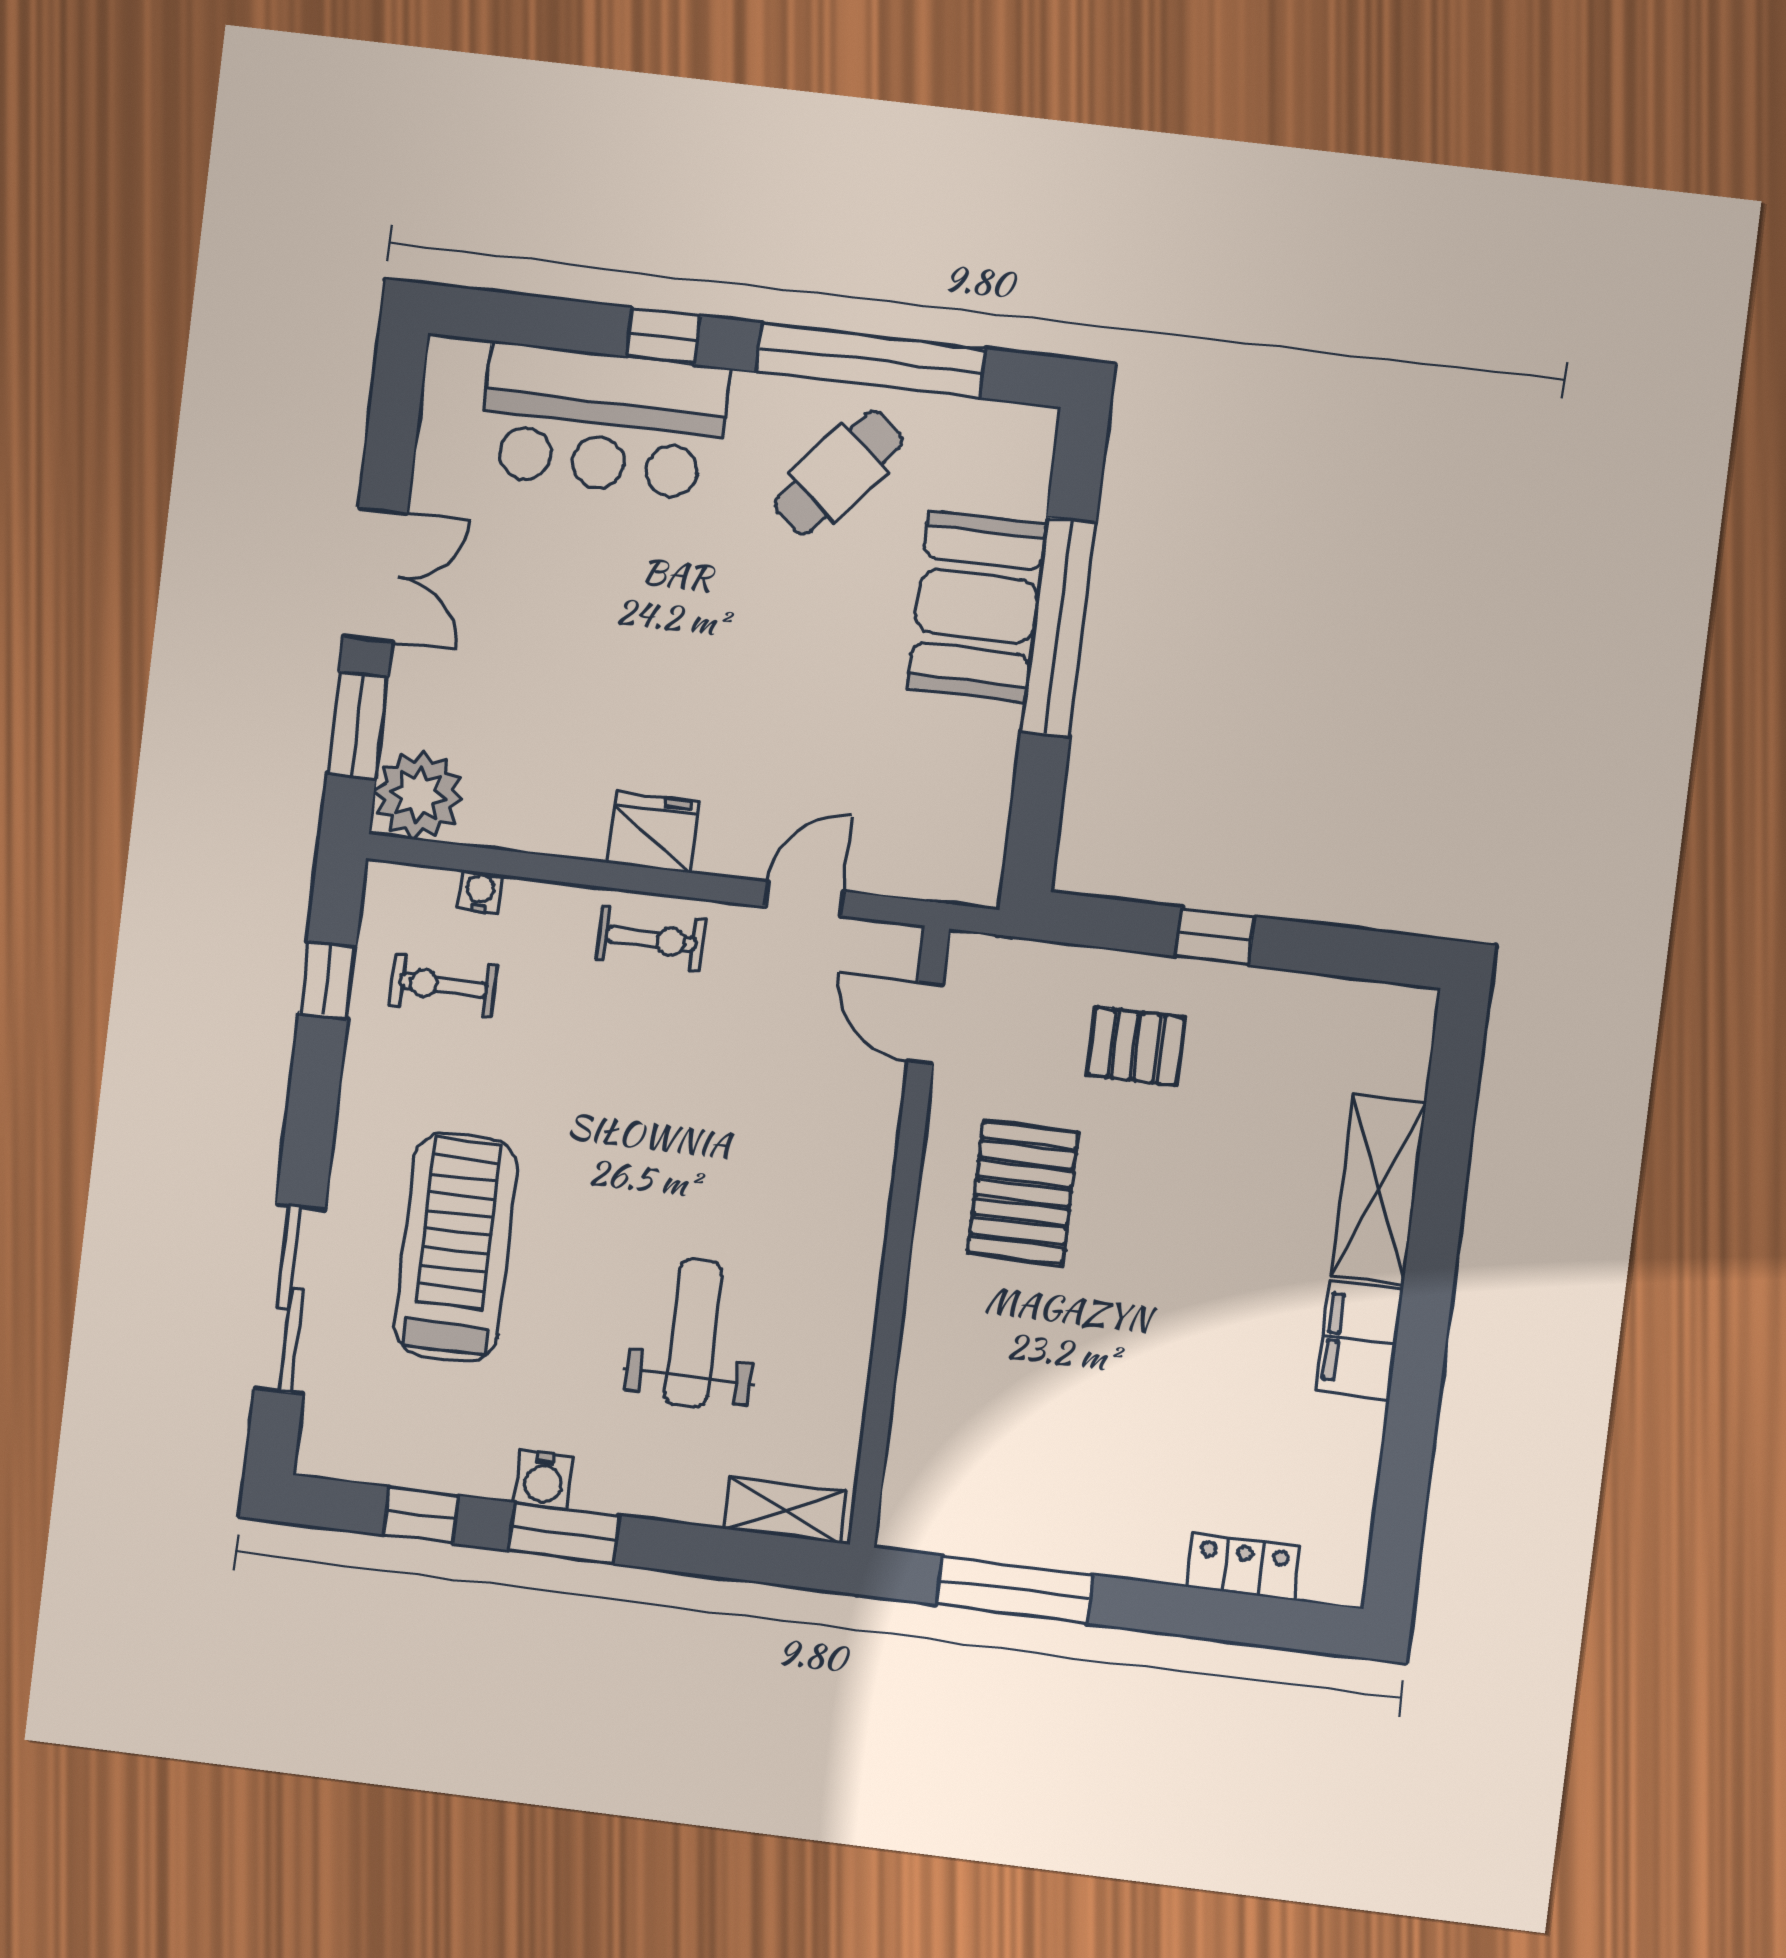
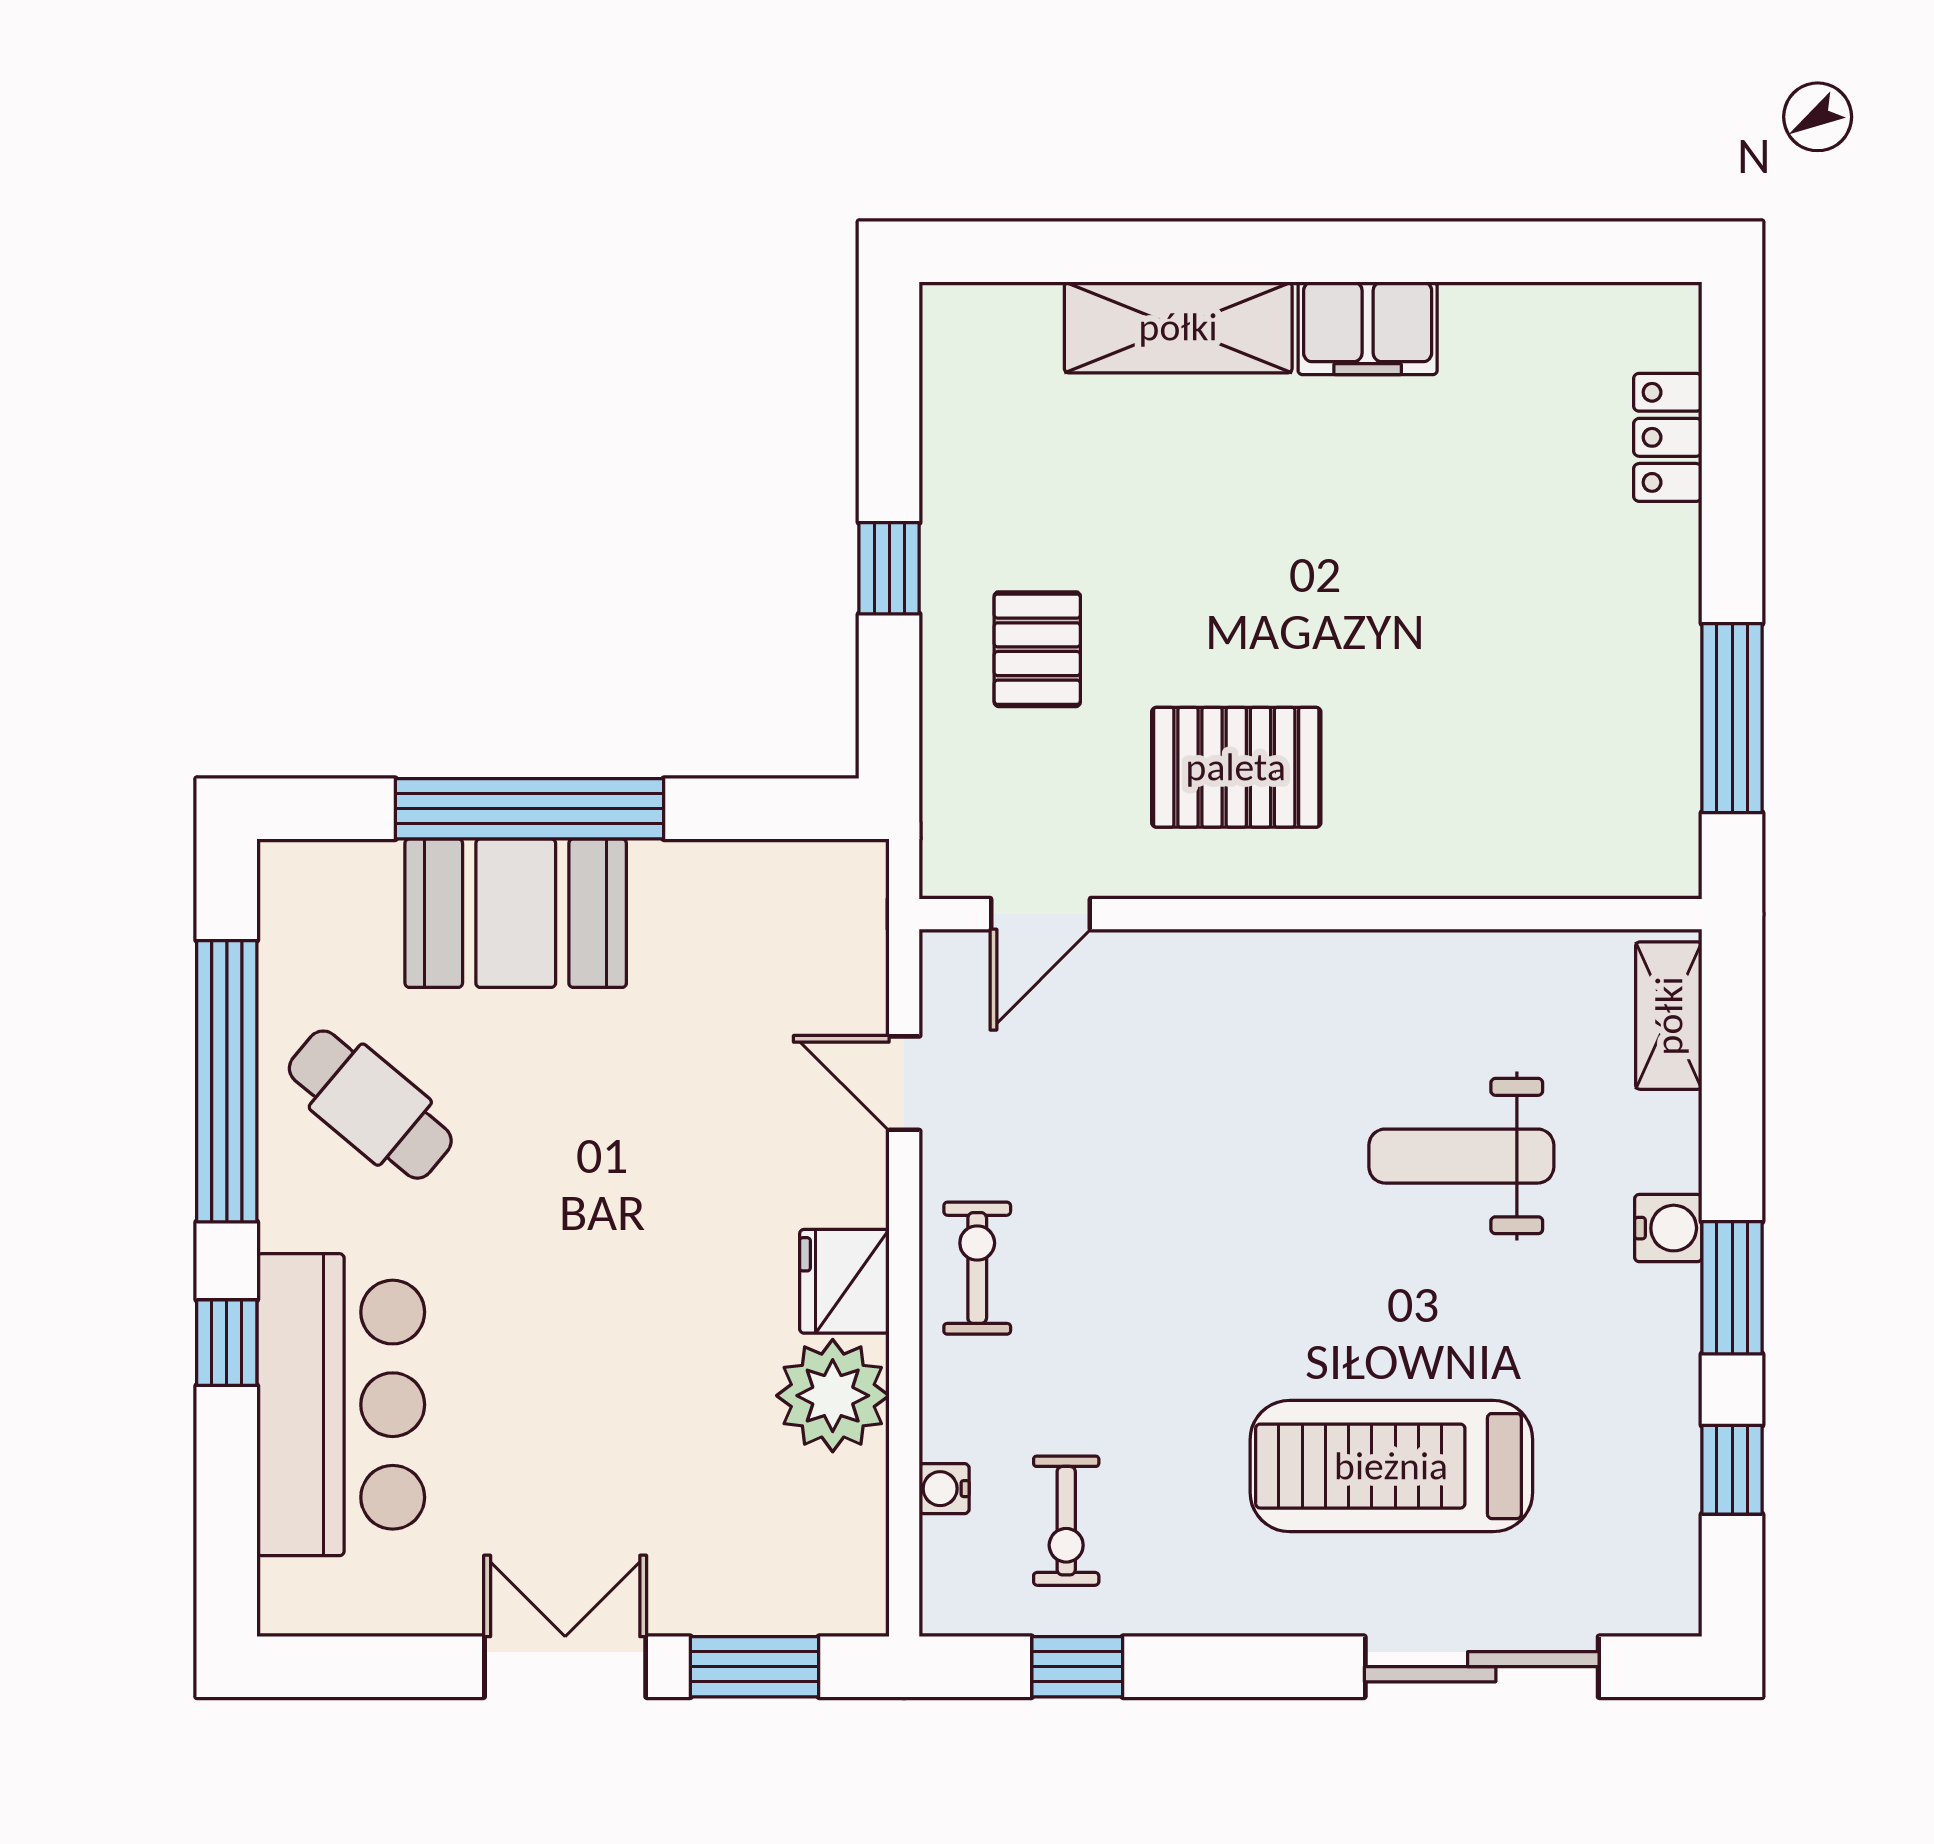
plant: (418, 795) -> (833, 1396), moved
water cooler: (543, 1480) -> (1668, 1228), moved

